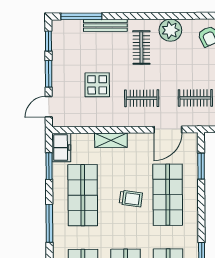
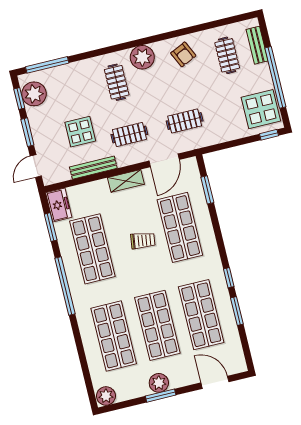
bench: (105, 25) -> (93, 168), moved
plant: (63, 40) -> (34, 94), added
shelving: (111, 140) -> (126, 181), moved
window: (49, 223) -> (65, 286), width x1.46

